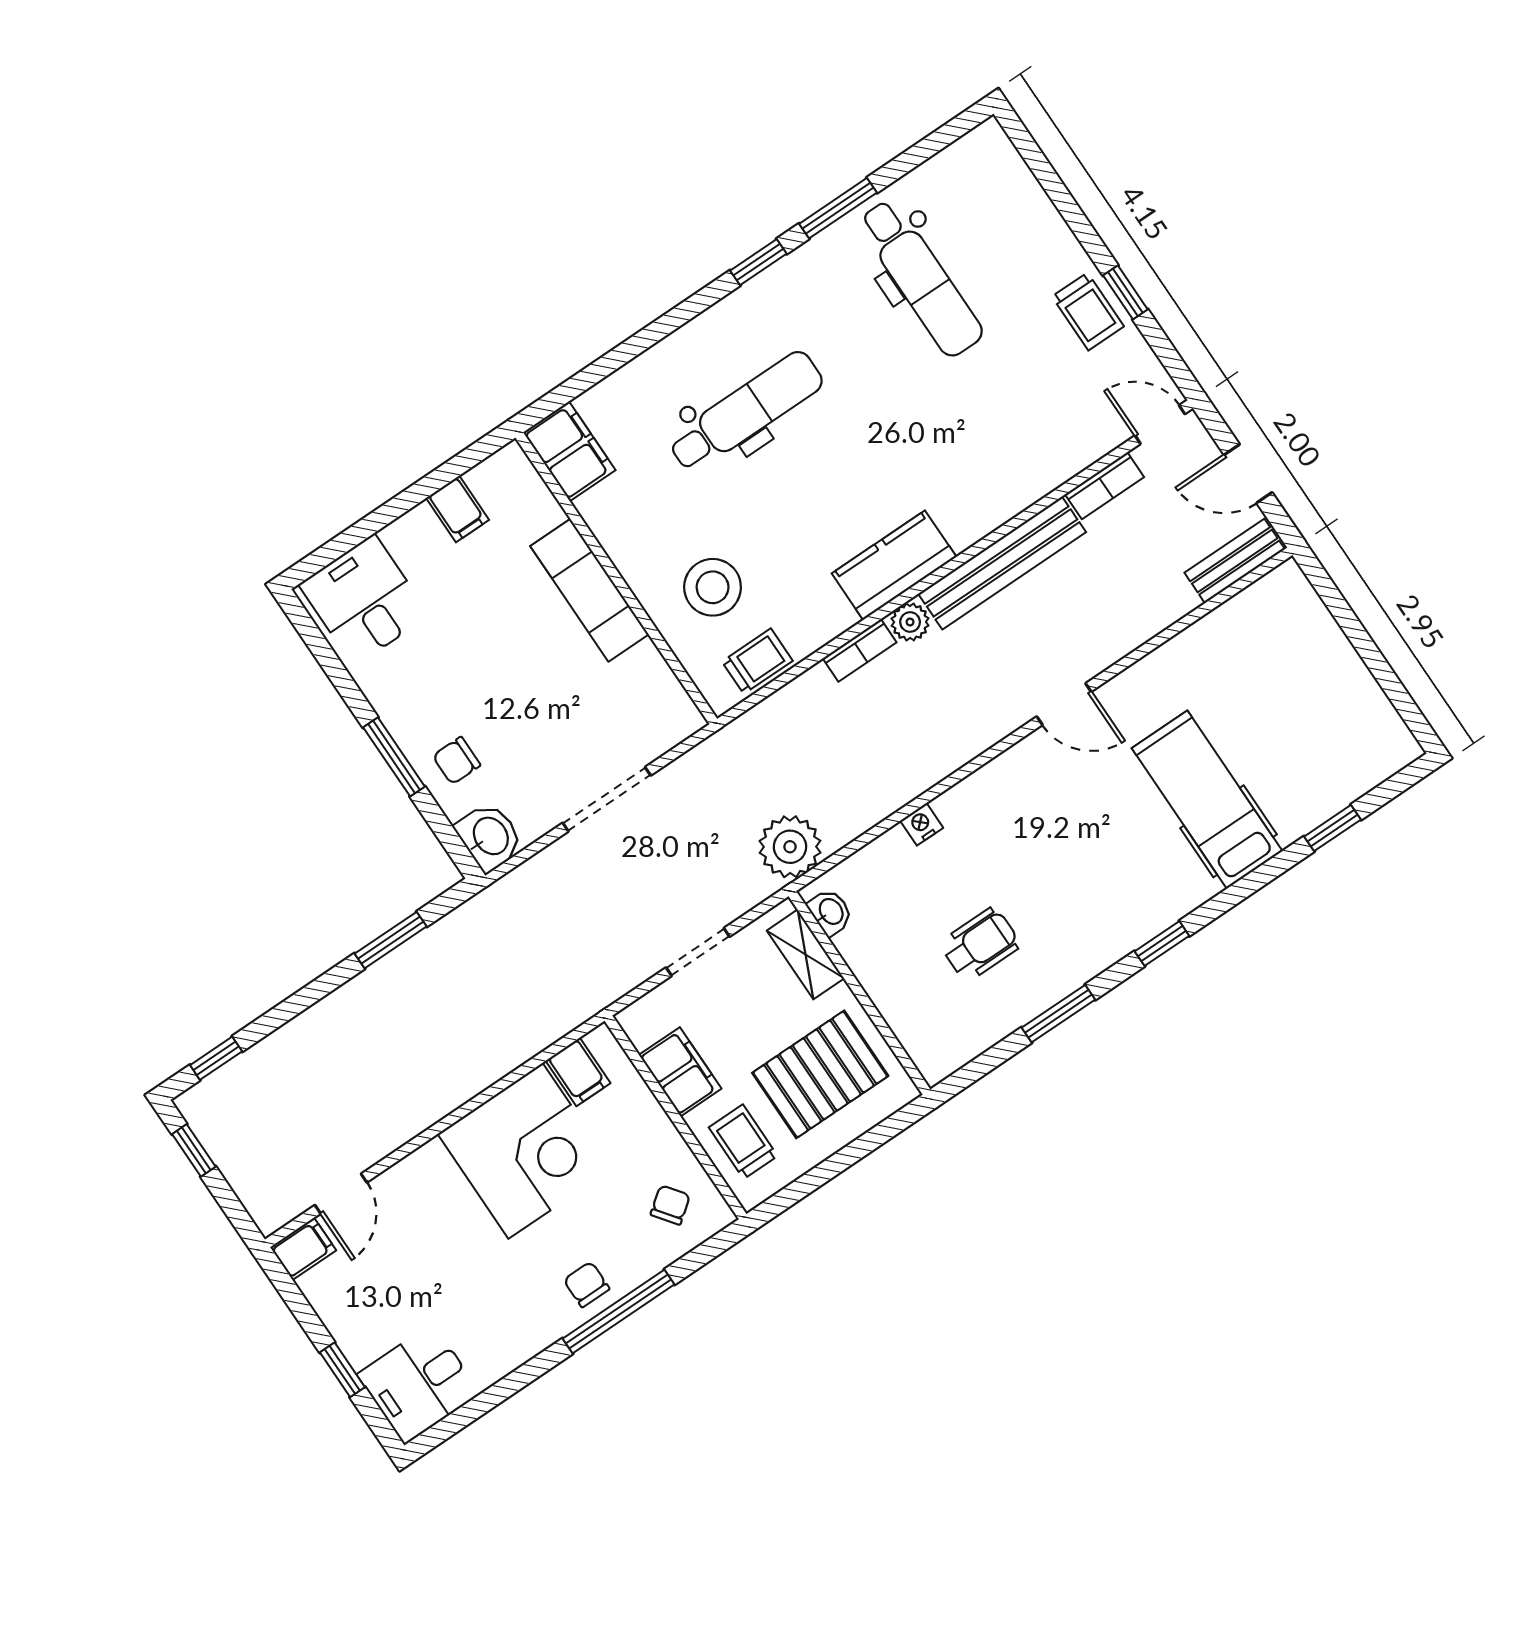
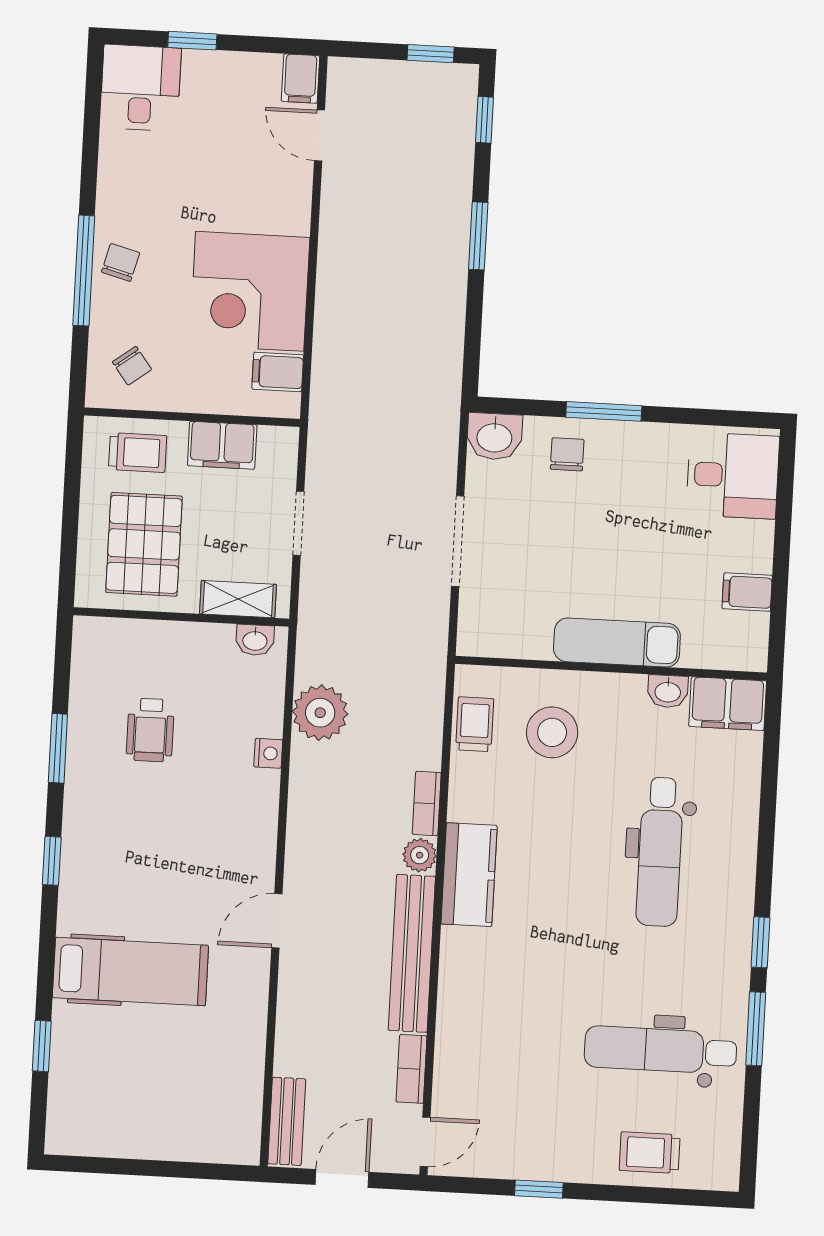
trolley: (1088, 312) -> (650, 1153), moved
washbasin: (599, 513) -> (668, 691), added
trolley: (757, 661) -> (475, 724), turned 180
plant: (790, 847) -> (320, 713), moved
window: (391, 940) -> (478, 236), moved
chair: (587, 1284) -> (121, 262), turned -75

